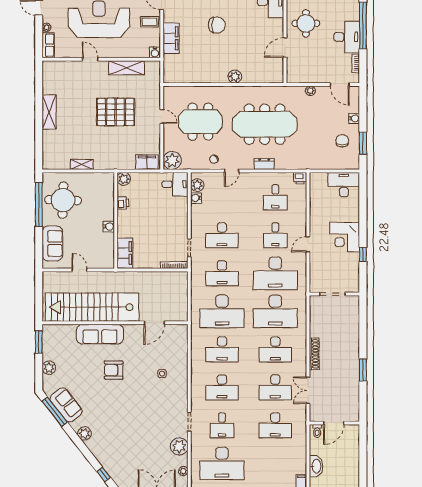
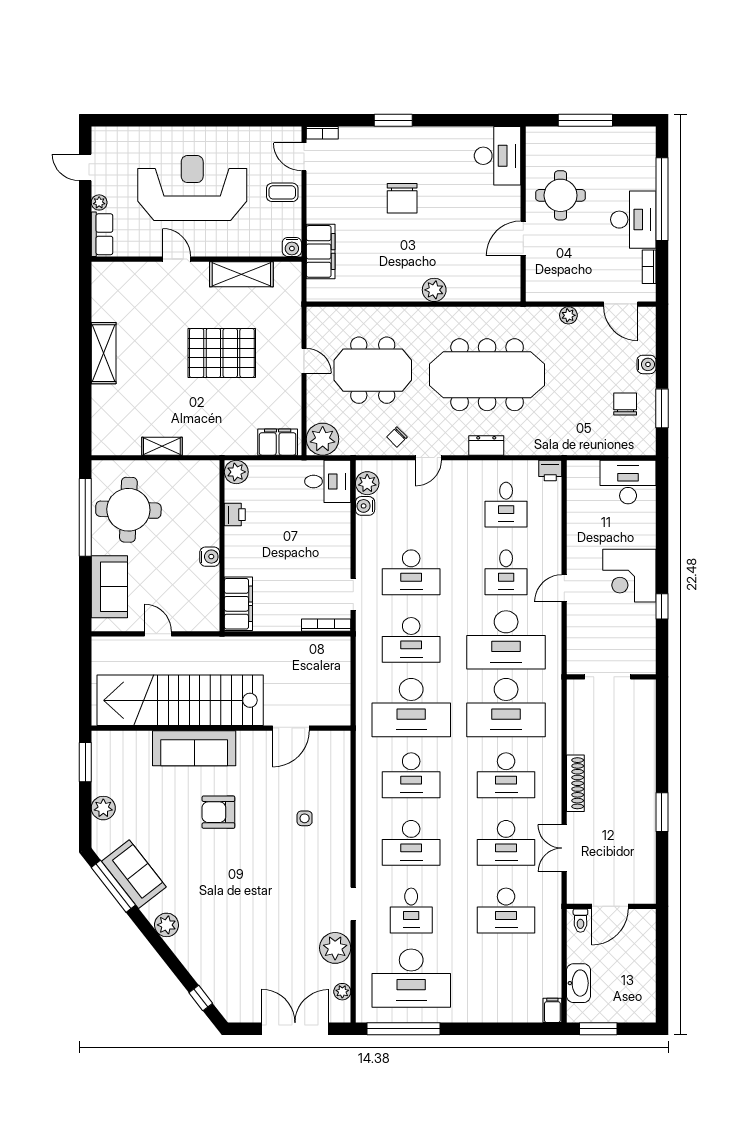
chair: (217, 25) -> (402, 198), turned 90
filing cabinet: (171, 38) -> (321, 251), moved

